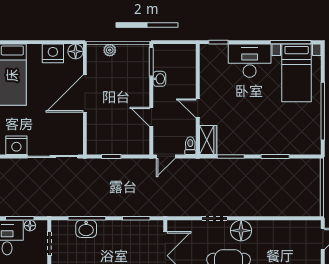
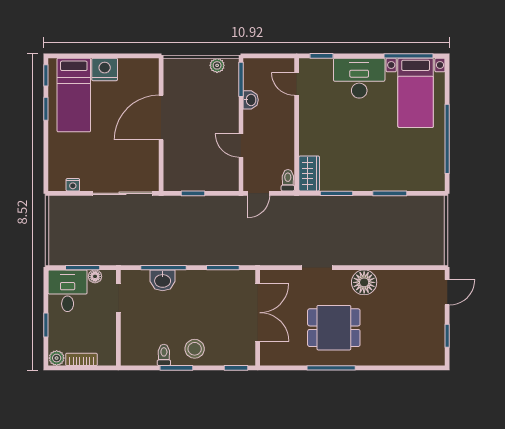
plant: (110, 50) -> (217, 65), moved
floor lamp: (76, 51) -> (150, 67), removed
nightstand: (53, 53) -> (105, 69), moved
door: (198, 108) -> (297, 84), moved
nightstand: (16, 145) -> (73, 185), width x0.53, depth x0.56
floor lamp: (241, 231) -> (364, 282), moved

